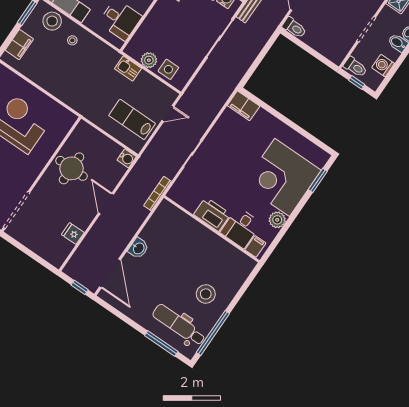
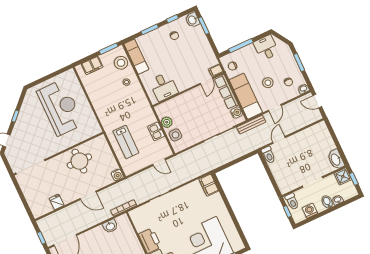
kitchen sink: (128, 69) -> (156, 131), moved
lab bench: (132, 119) -> (126, 142), moved, turned 180
door: (106, 203) -> (88, 195), swing flipped
washbasin: (138, 248) -> (110, 226), moved

